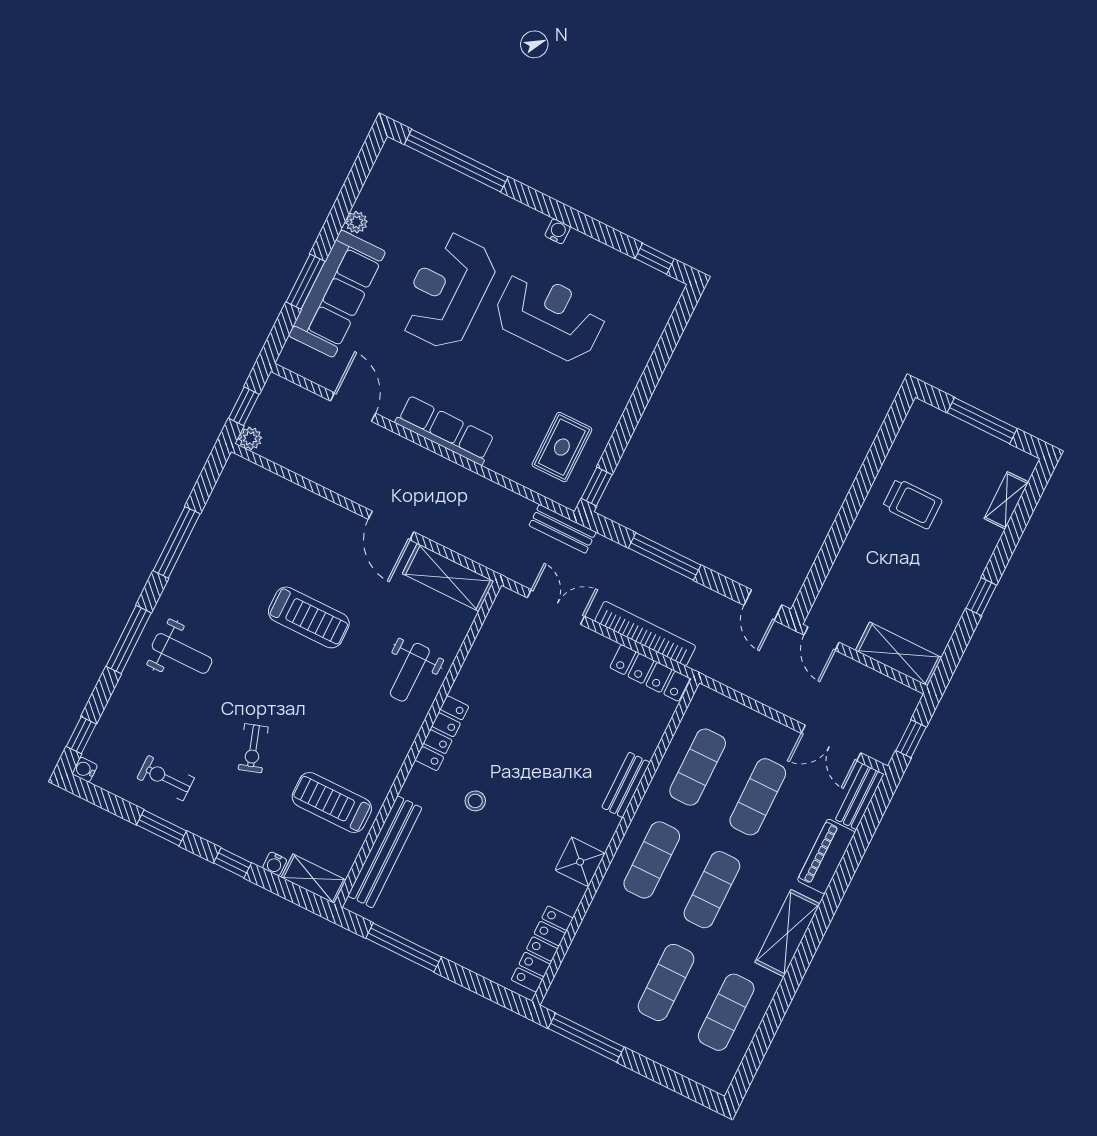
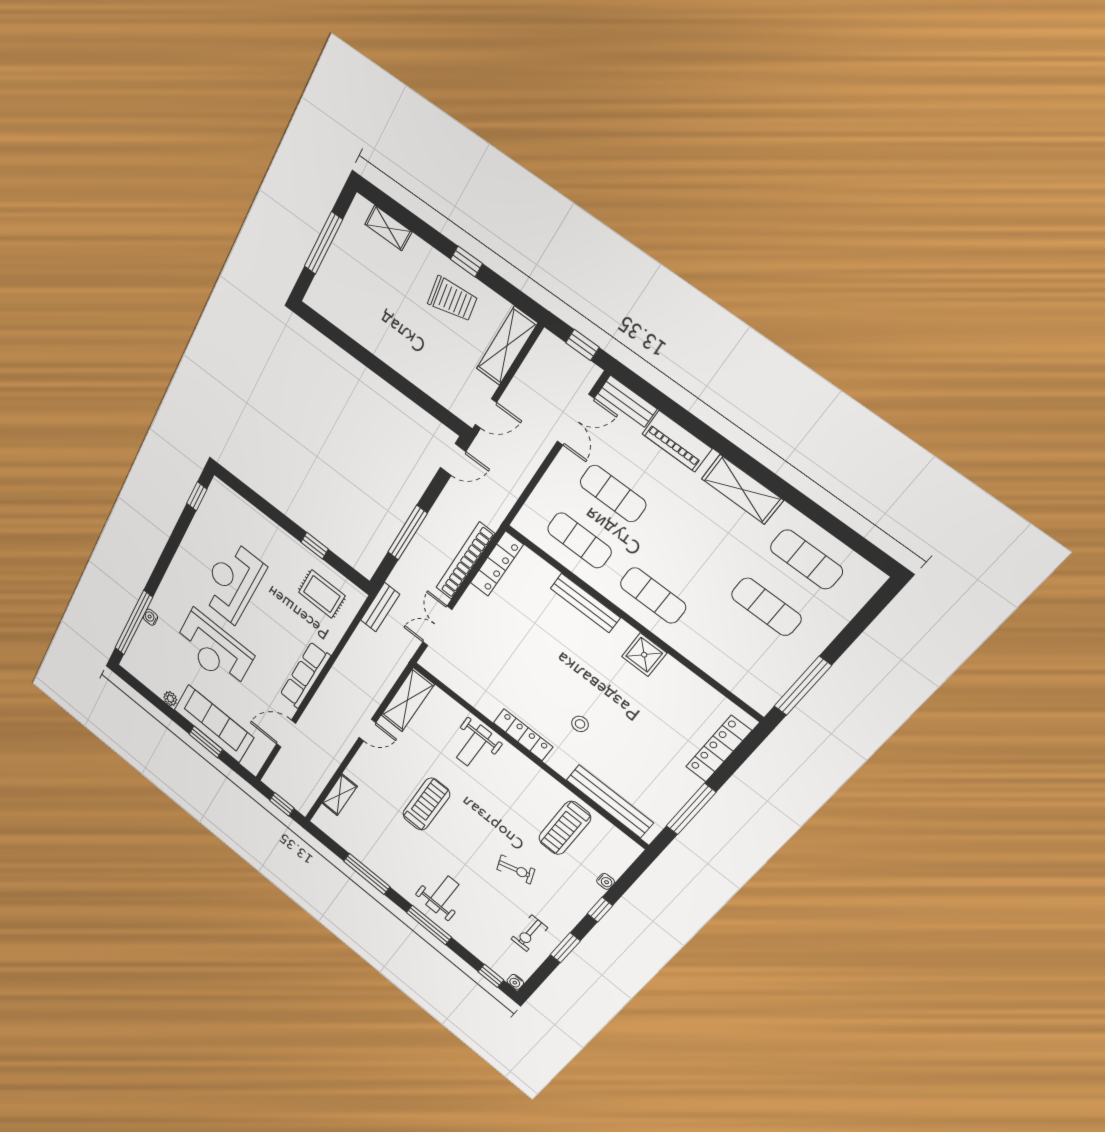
water cooler: (558, 231) -> (150, 617), moved
plant: (250, 438) -> (303, 806), removed
window: (597, 487) -> (315, 546), moved
trolley: (912, 504) -> (452, 299), moved, turned 81
door: (391, 526) -> (367, 730), width x0.73
weight bench: (410, 672) -> (474, 746), turned 90
bench: (626, 785) -> (585, 603), width x1.36
shelving: (314, 879) -> (339, 795), moved
exercise mat: (712, 890) -> (689, 550), removed
locker: (542, 949) -> (718, 749), moved, turned 90

